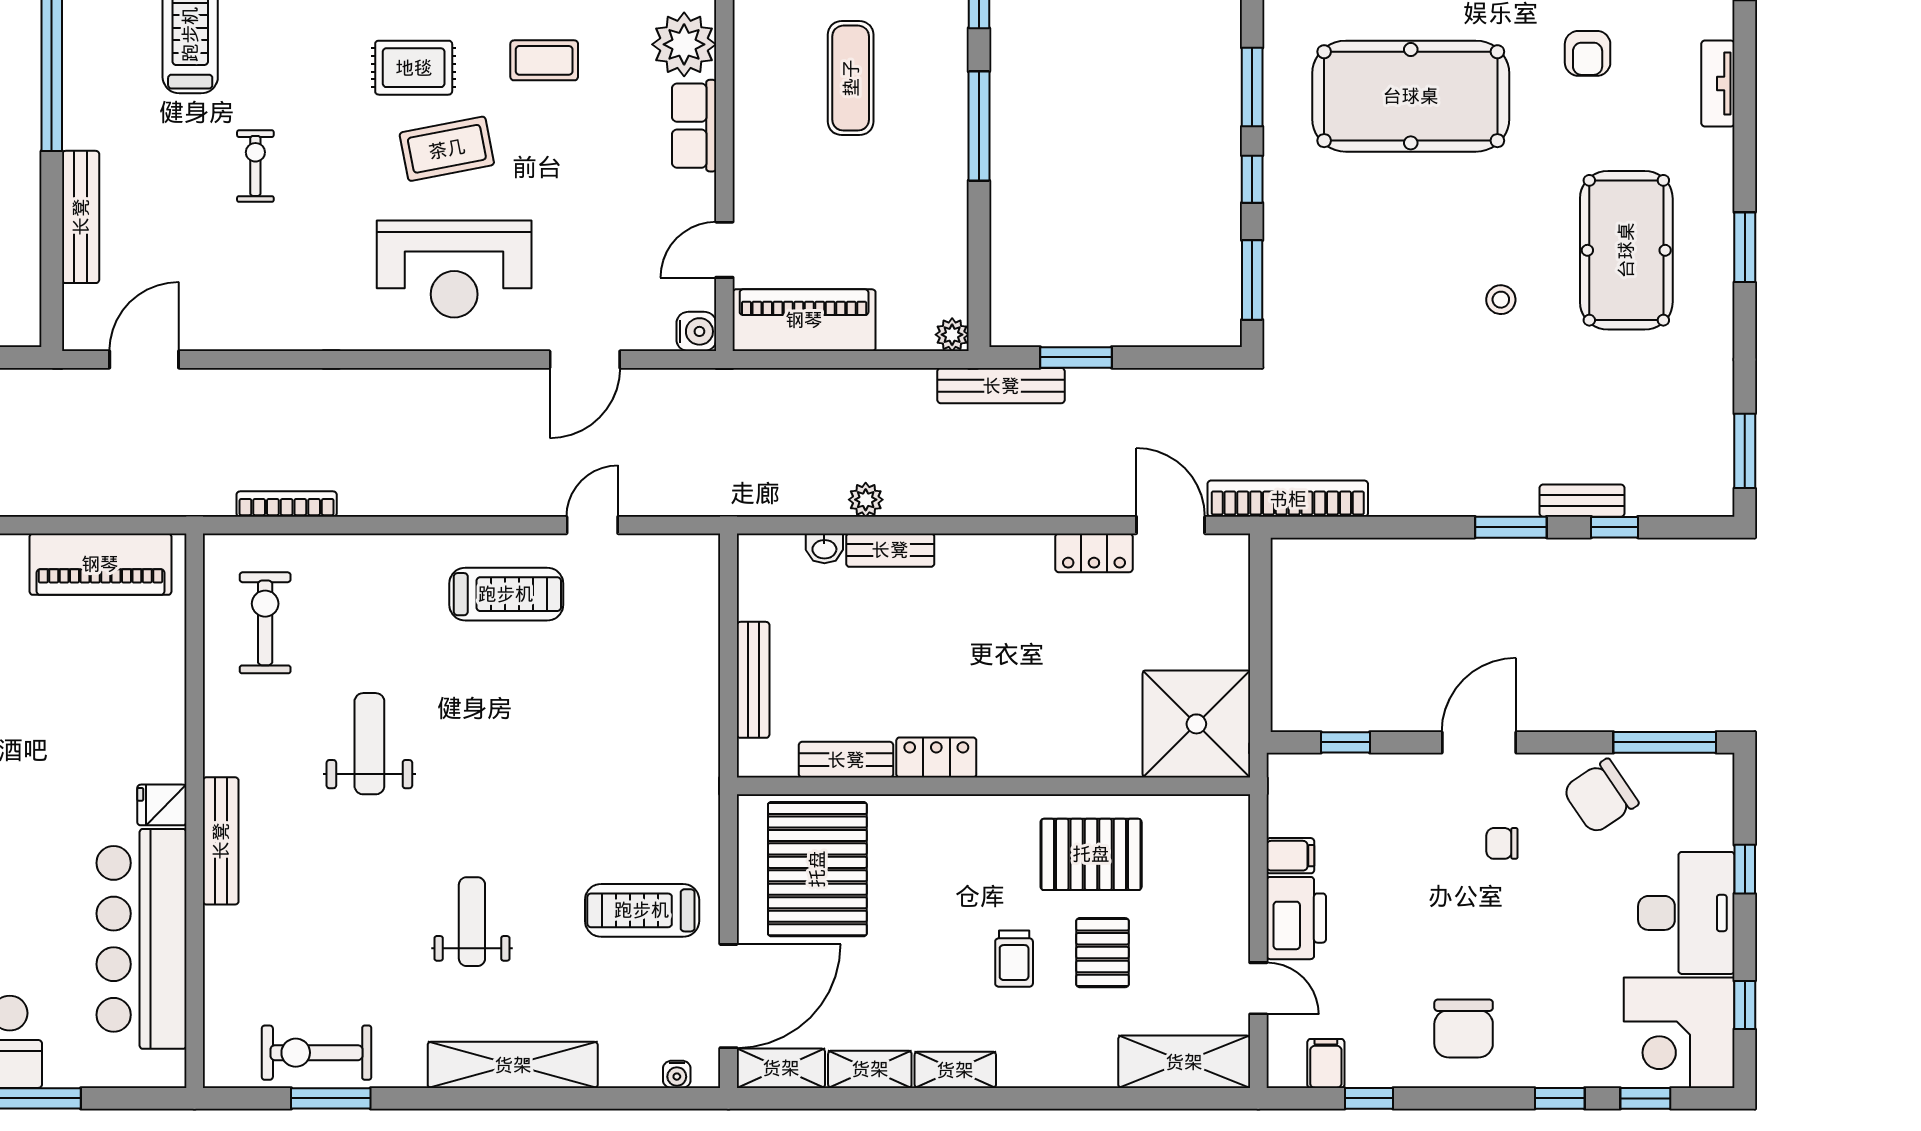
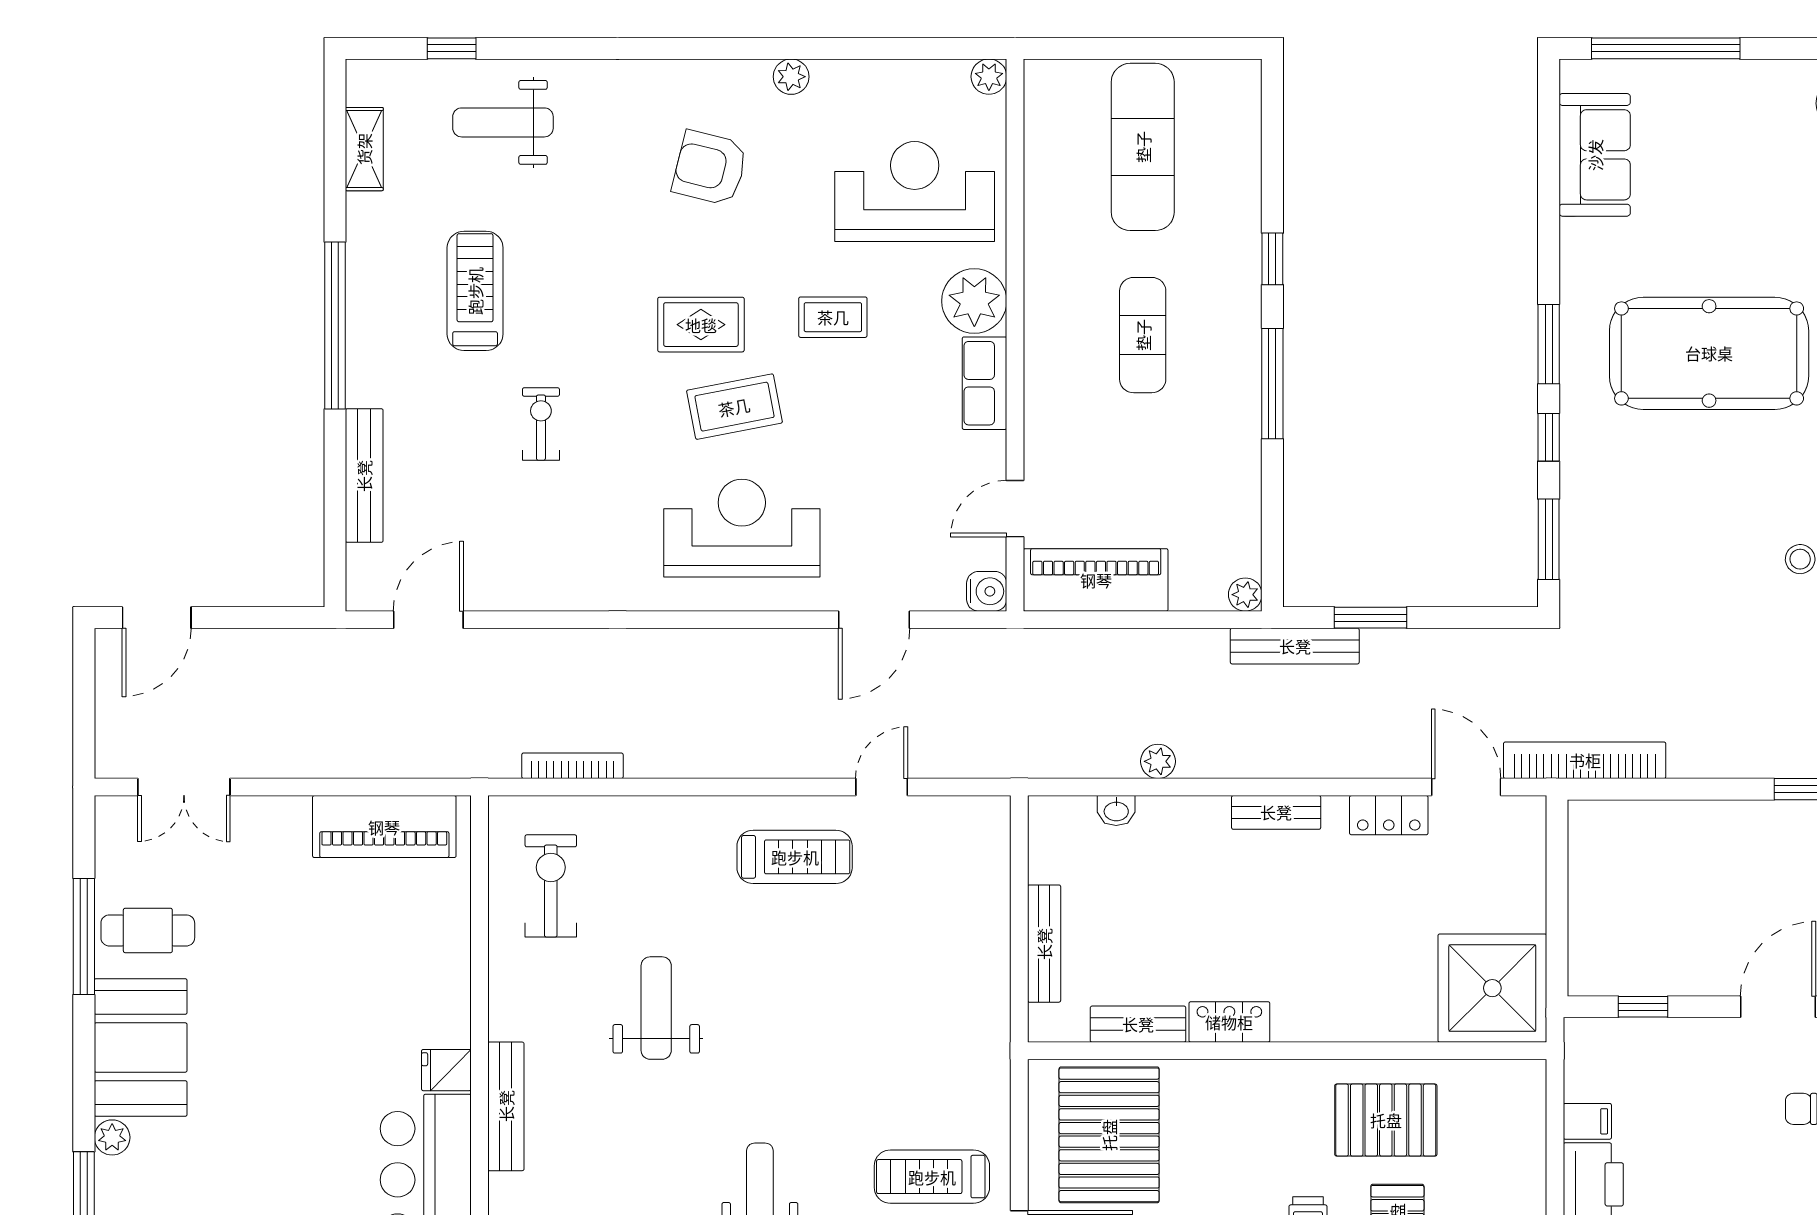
reception desk: (454, 269) -> (742, 528), turned 180
bench: (890, 550) -> (1276, 812), moved

